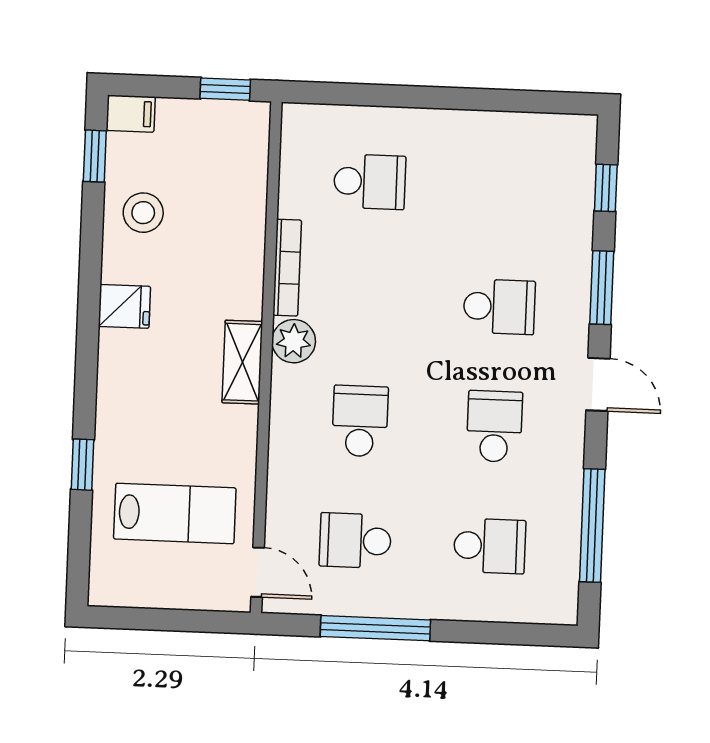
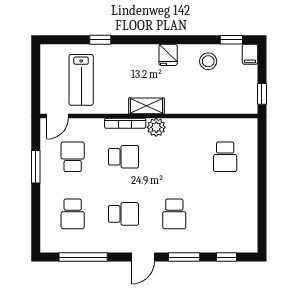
bookcase: (287, 268) -> (125, 123), moved
window: (375, 628) -> (36, 167), width x0.69

